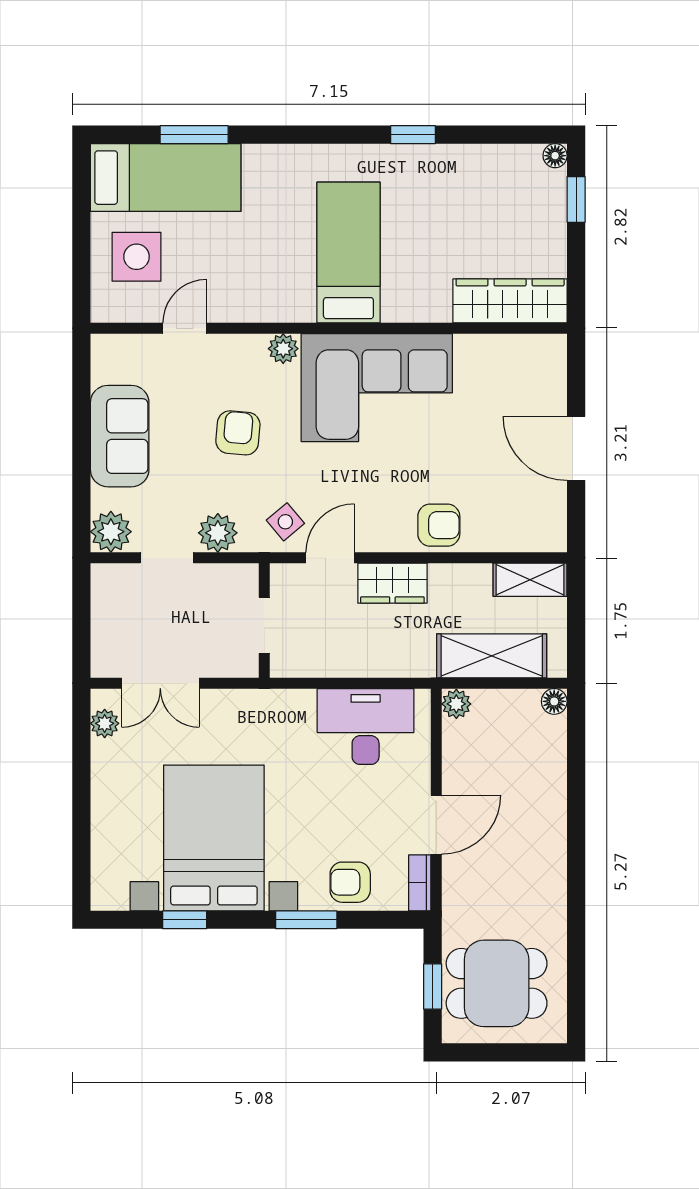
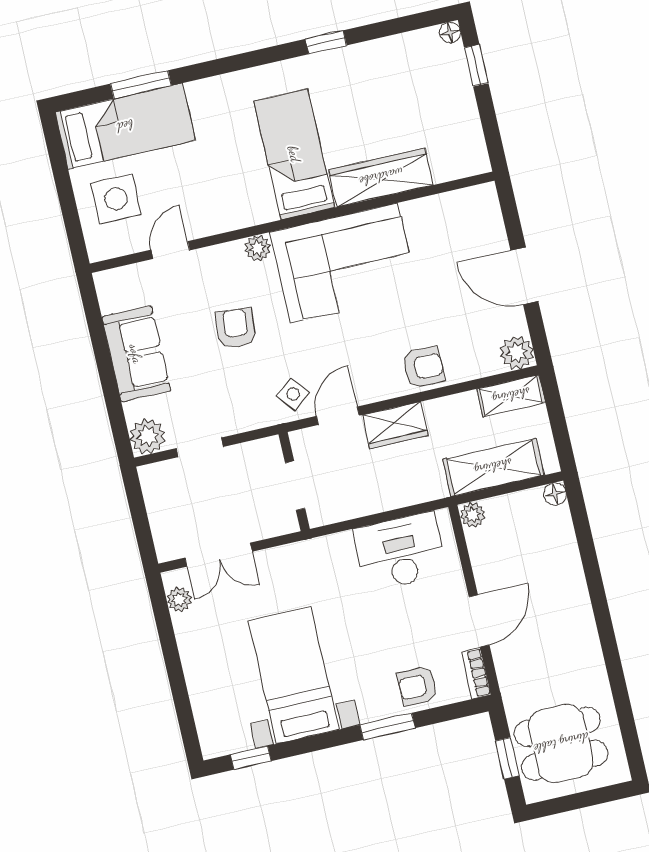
wardrobe: (510, 301) -> (381, 177), moved
plant: (218, 533) -> (517, 353), moved
bed with nightstands: (214, 838) -> (294, 675), width x0.73
window: (185, 920) -> (251, 758), moved

